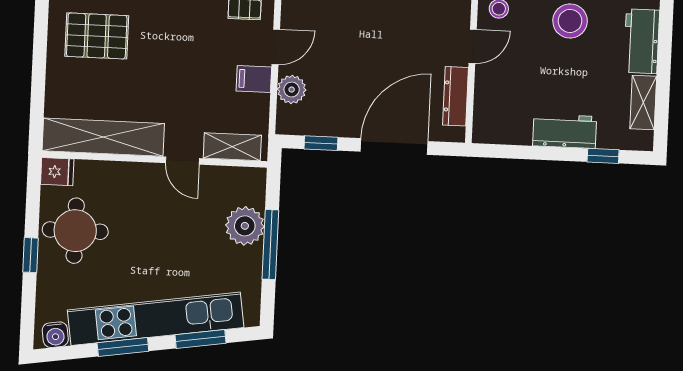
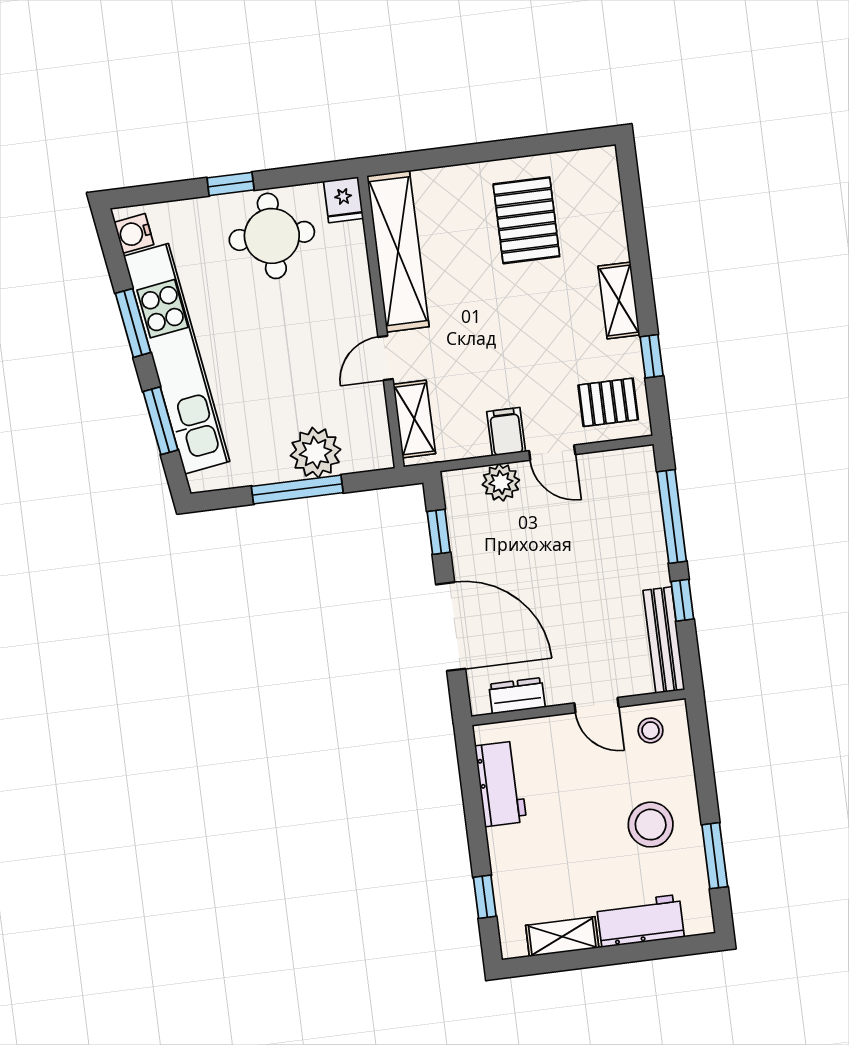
dresser: (456, 96) -> (517, 696), width x0.70
workbench: (565, 131) -> (501, 784), moved

